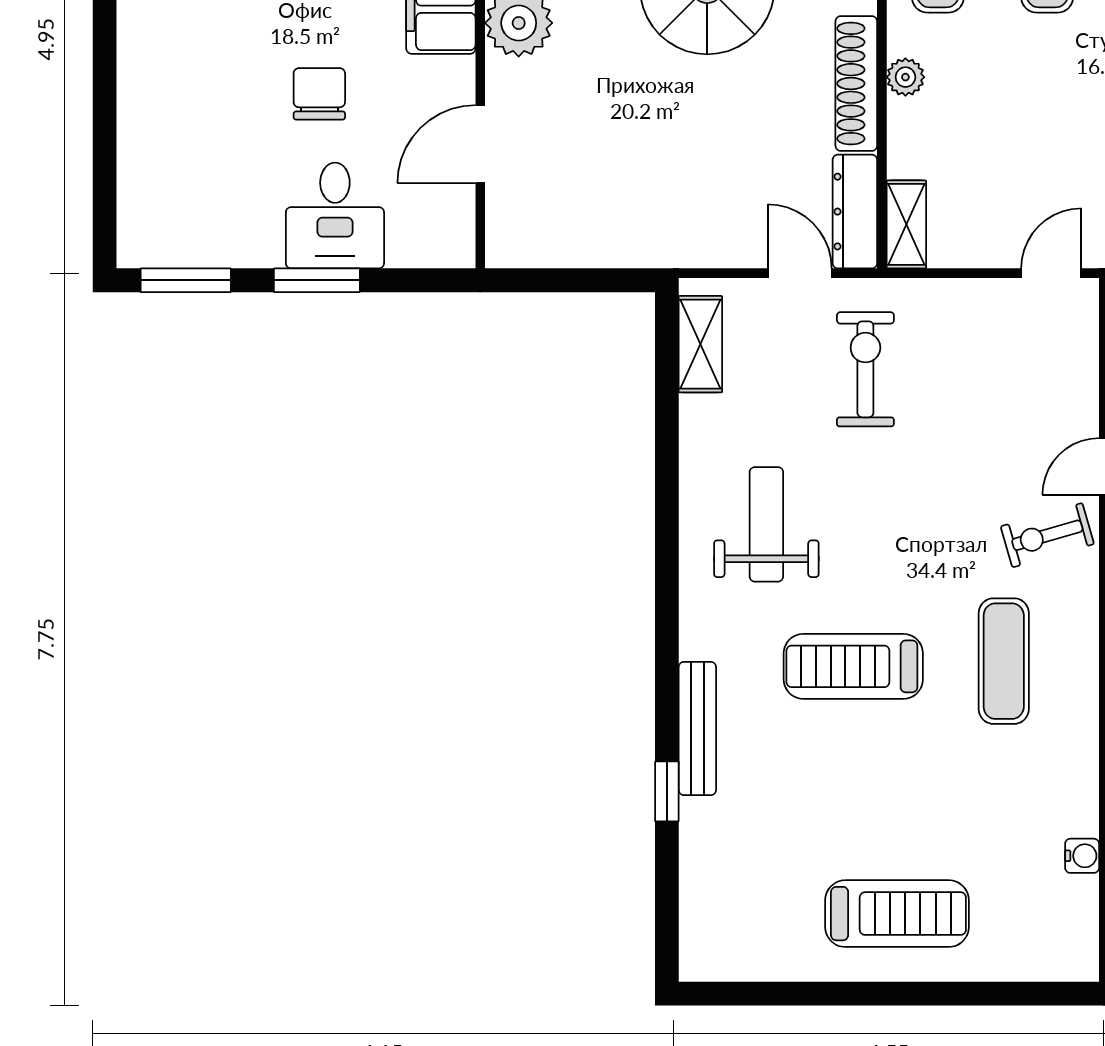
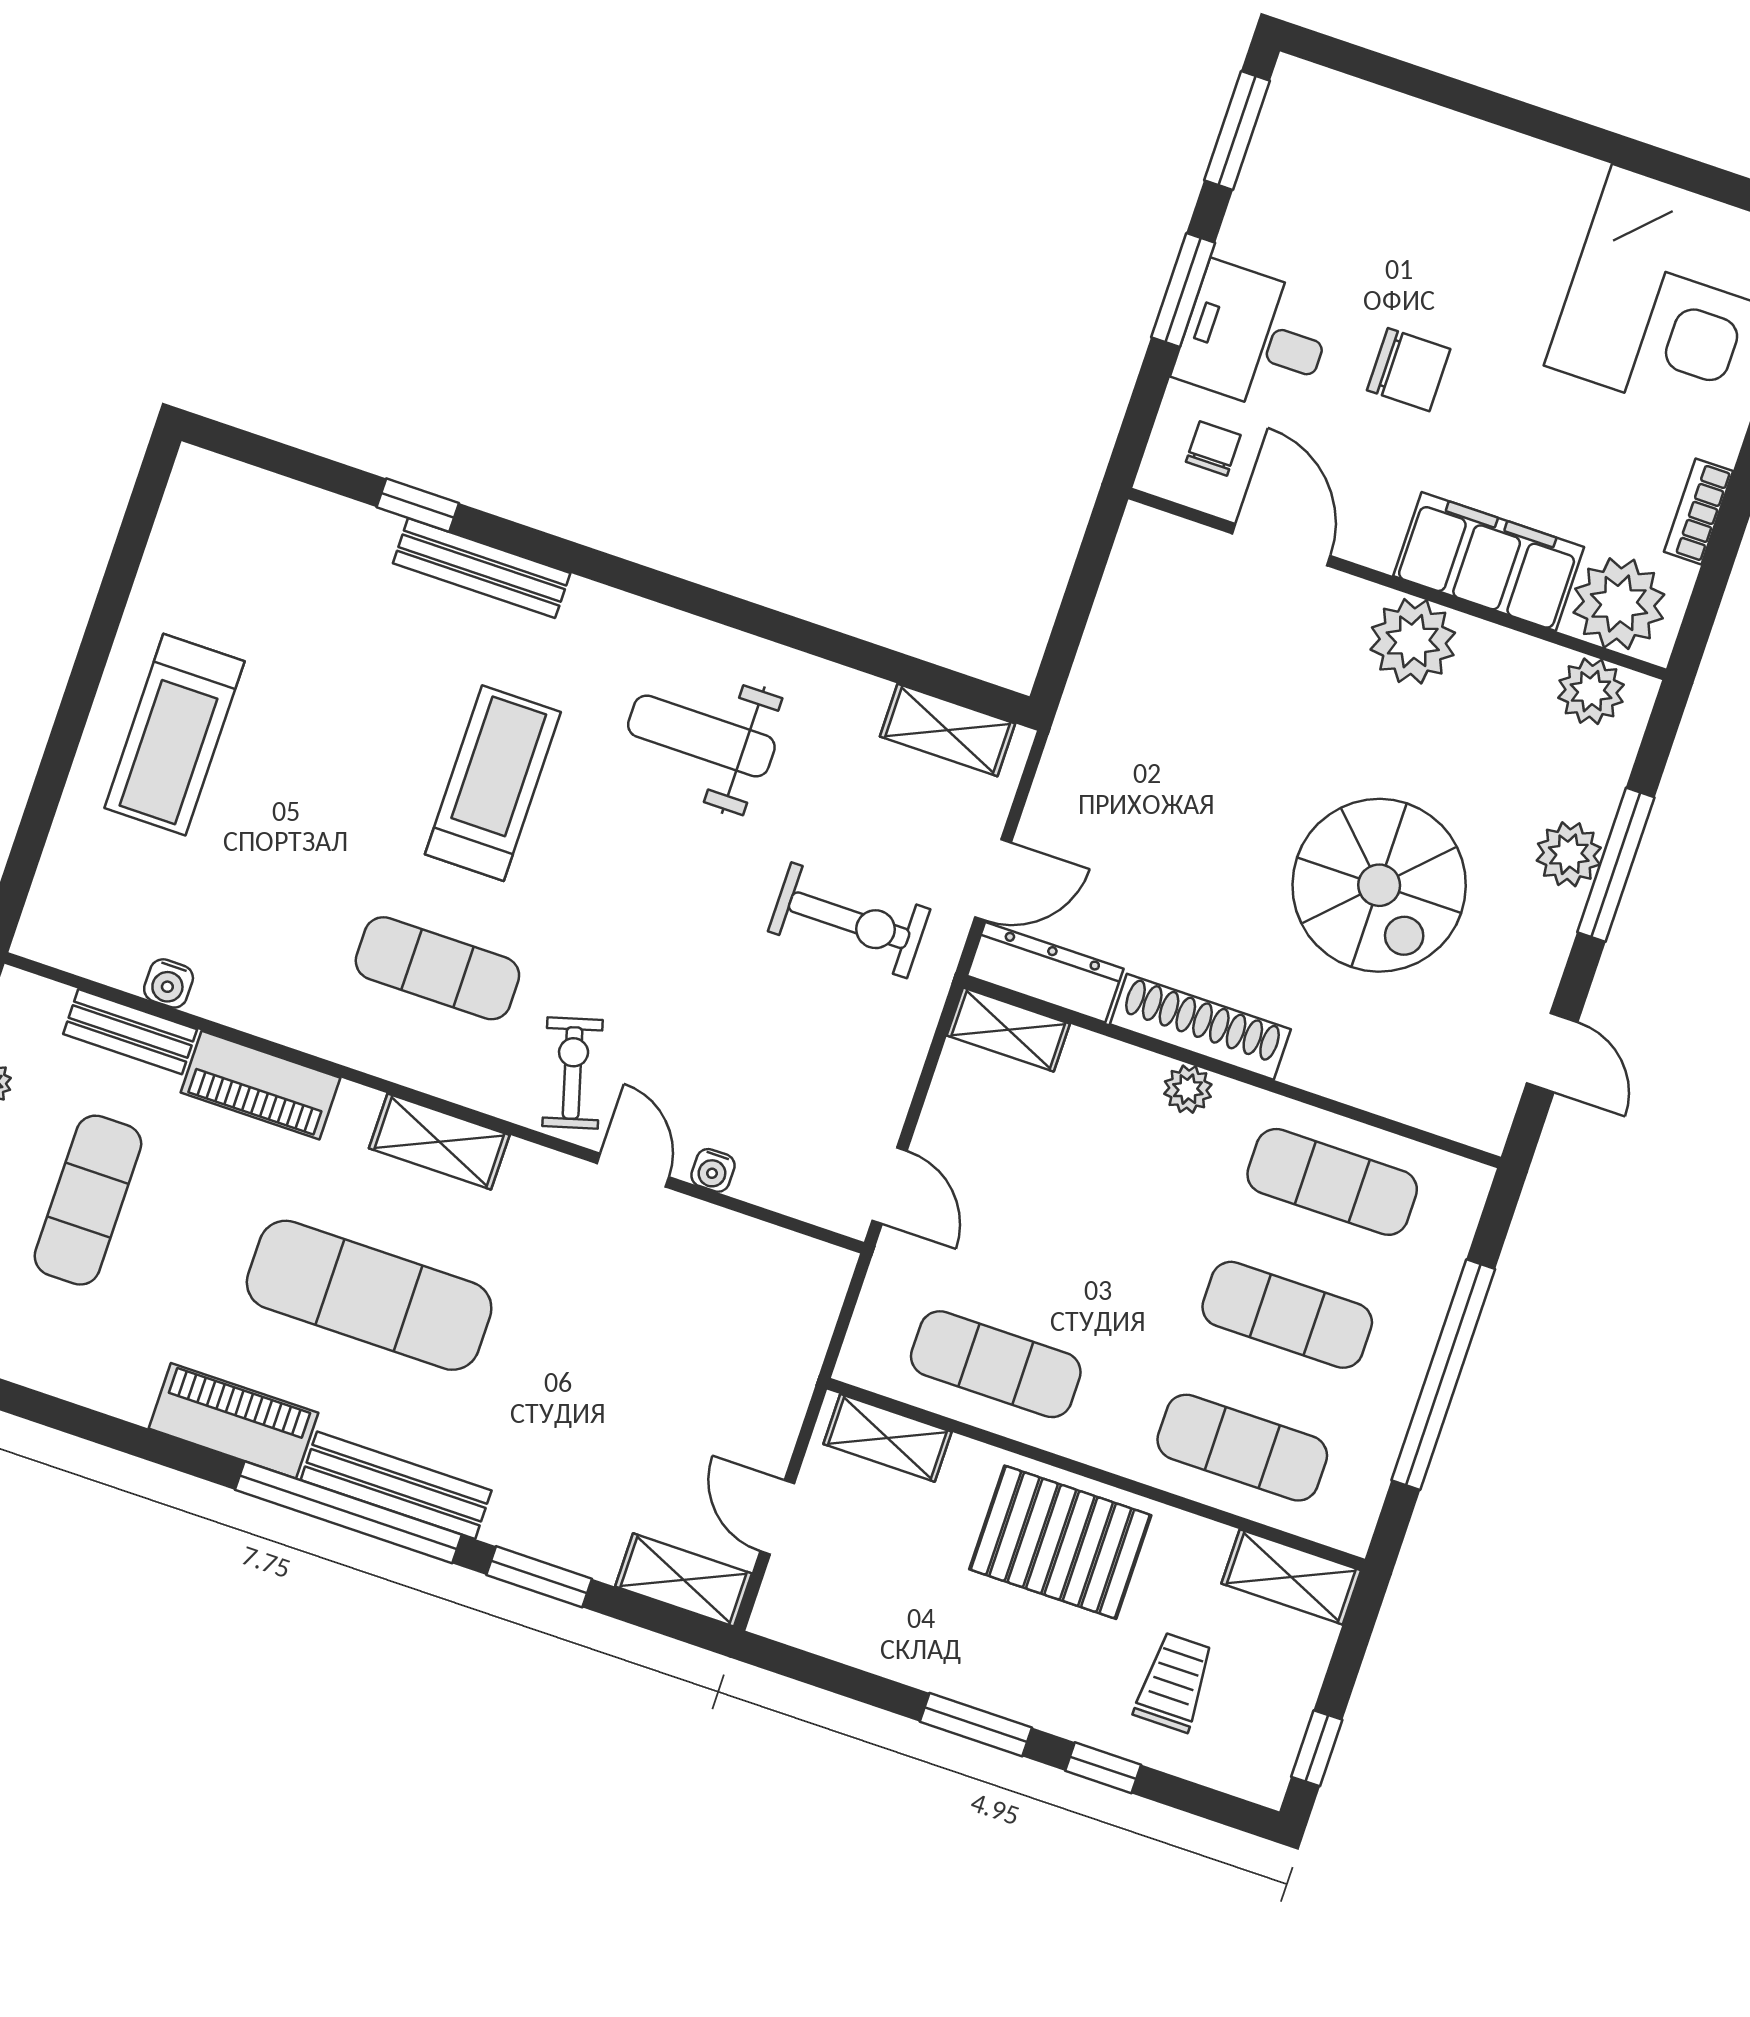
chair: (426, 218) -> (1213, 448), added
water cooler: (1084, 407) -> (713, 1170), added
weight bench: (766, 524) -> (701, 736), turned 180

